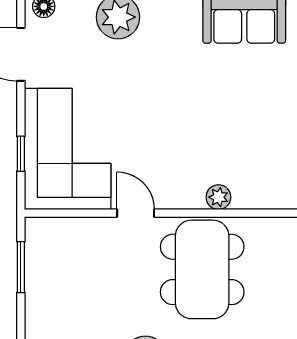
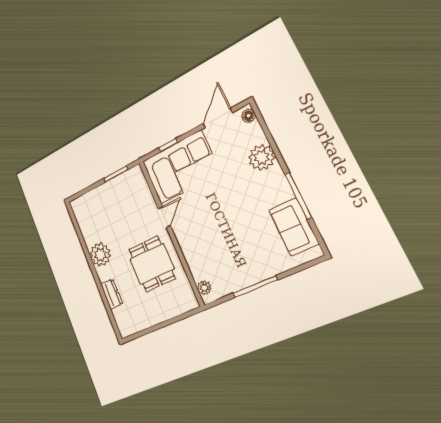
plant: (218, 197) -> (204, 288), moved
dining table: (202, 269) -> (152, 264), width x0.73

